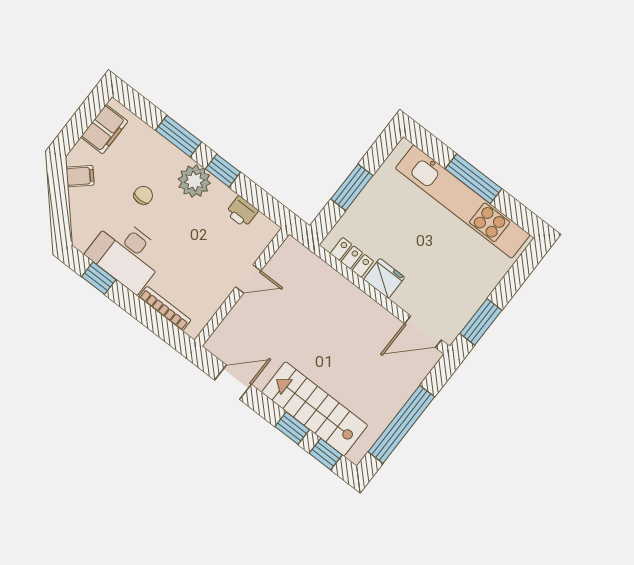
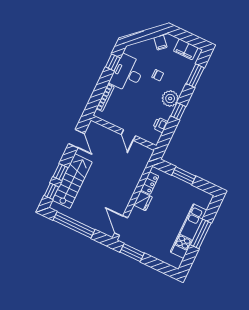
window: (179, 136) -> (195, 76), moved
kitchen unit: (463, 202) -> (189, 231), width x0.73

